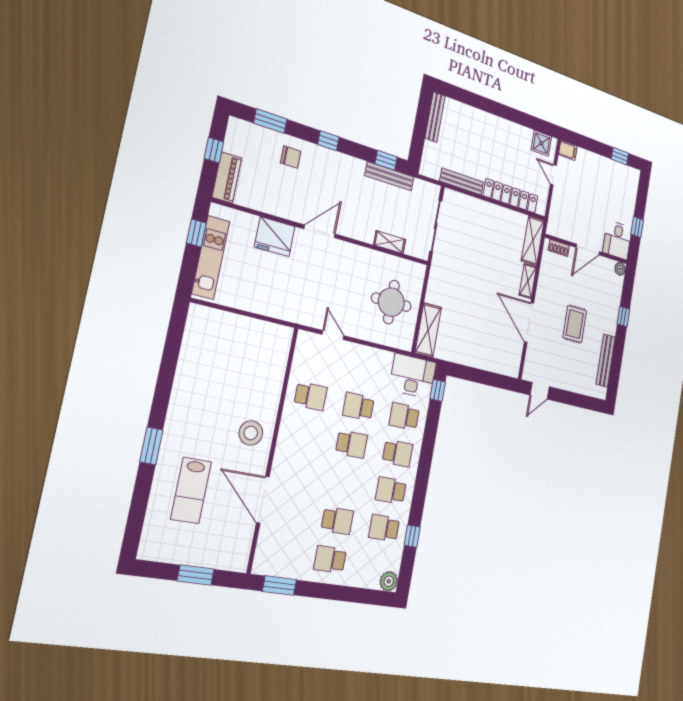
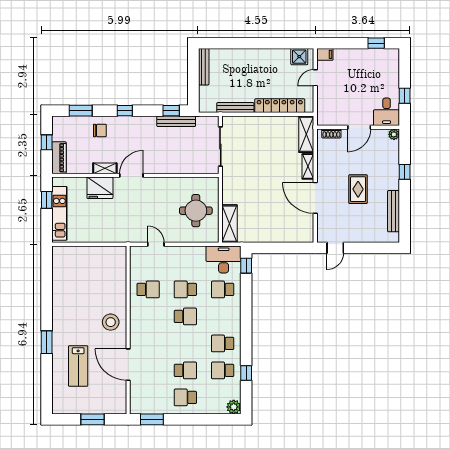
door: (553, 175) -> (315, 78), hinge flipped
shelving: (390, 242) -> (105, 168), moved
school desk: (398, 453) -> (223, 316), removed

